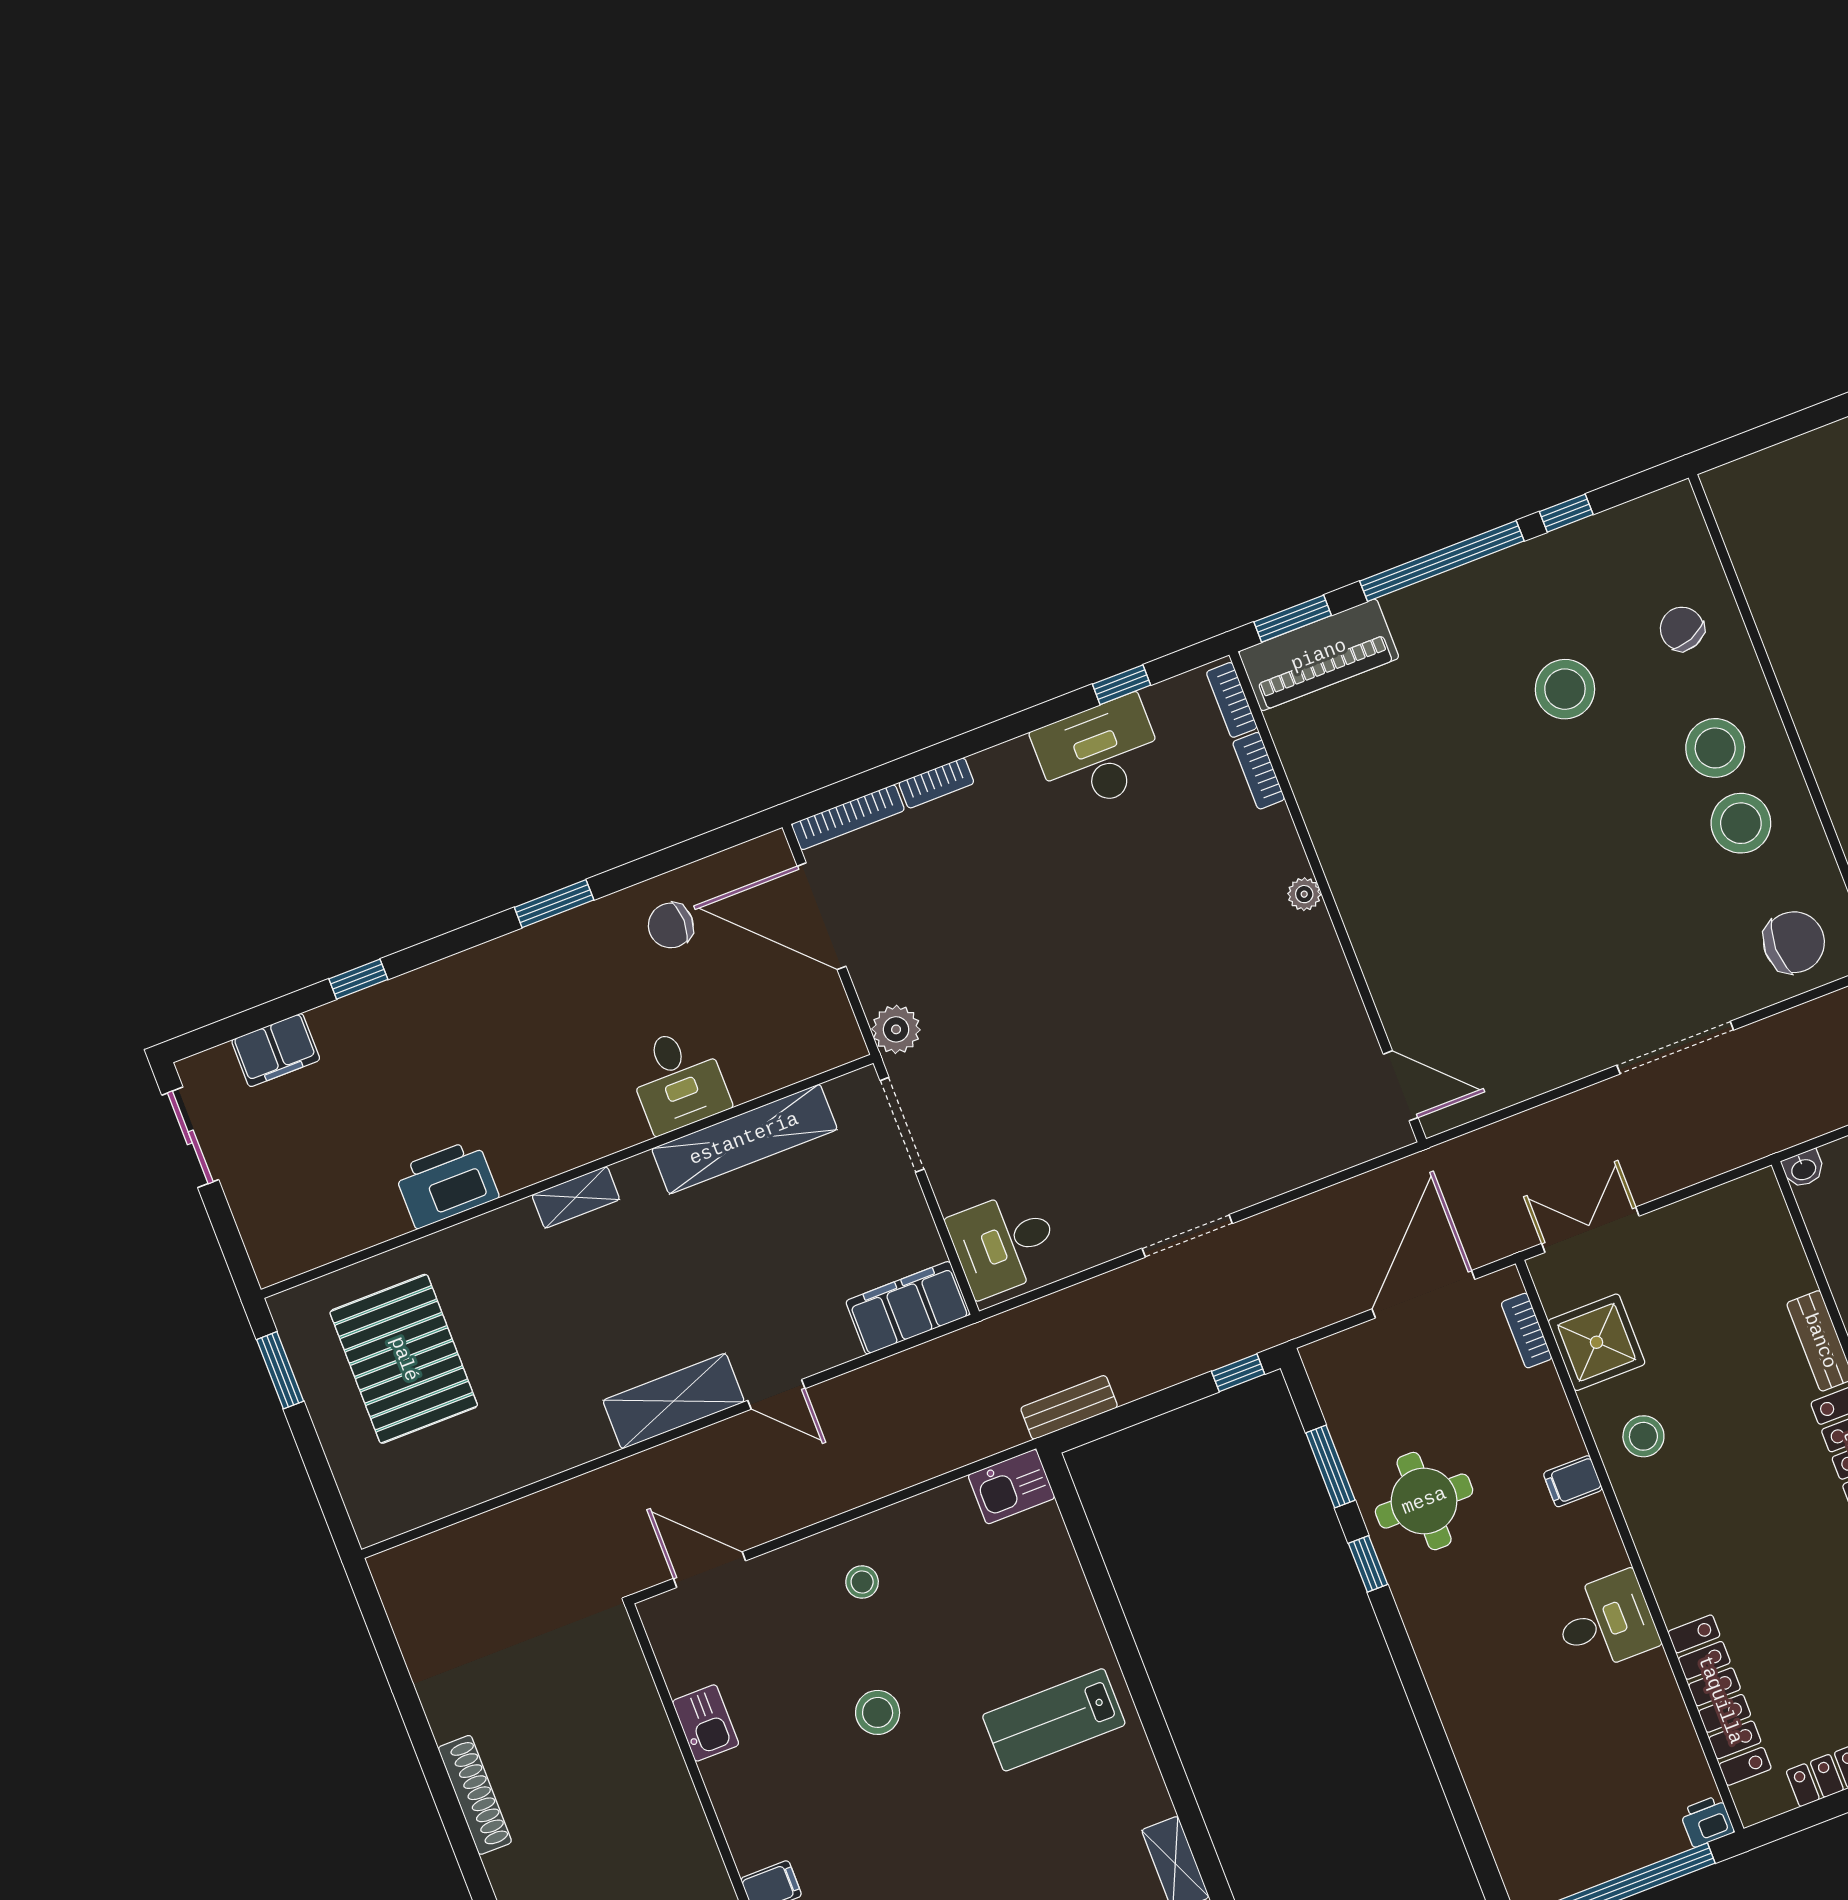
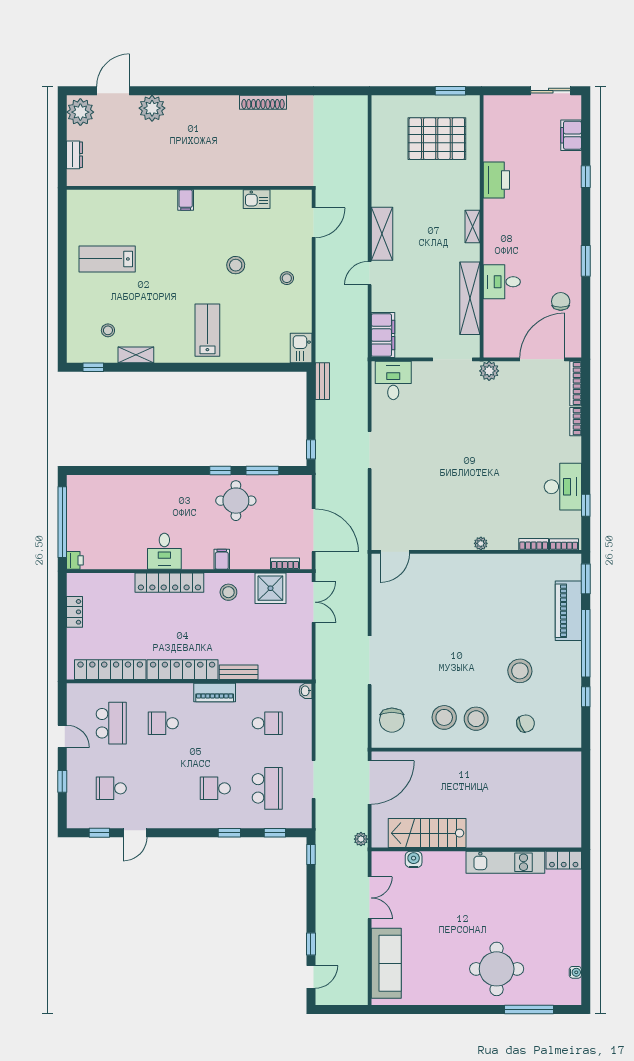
piano: (1319, 655) -> (568, 611), moved
locker: (1720, 1700) -> (169, 583), moved

